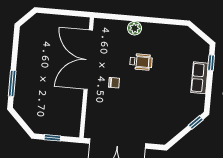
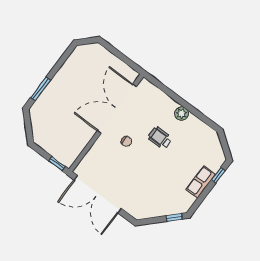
plant: (135, 28) -> (182, 114), moved
wheelchair: (141, 62) -> (160, 138), turned 180
window: (52, 138) -> (57, 164), moved

